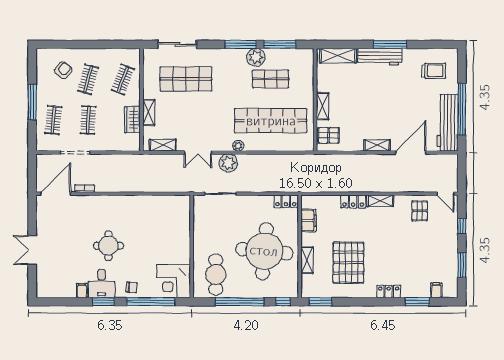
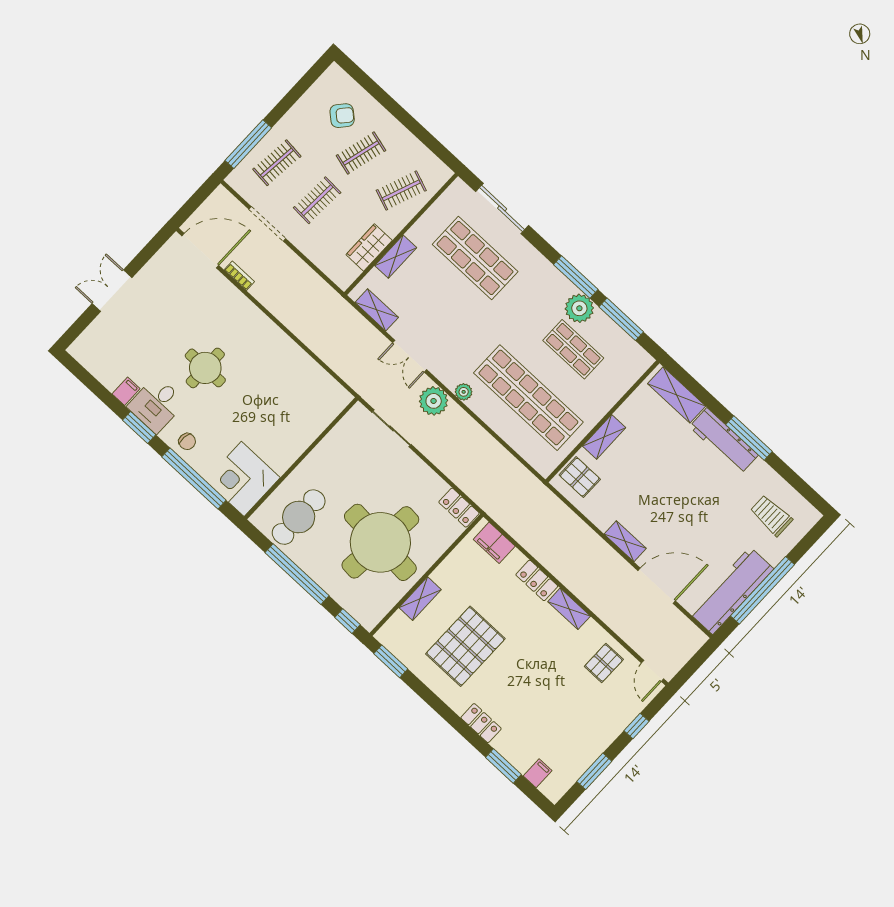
trolley: (434, 71) -> (771, 515), turned 180
window: (32, 102) -> (248, 144), moved
filing cabinet: (308, 221) -> (494, 543), moved, turned 90

